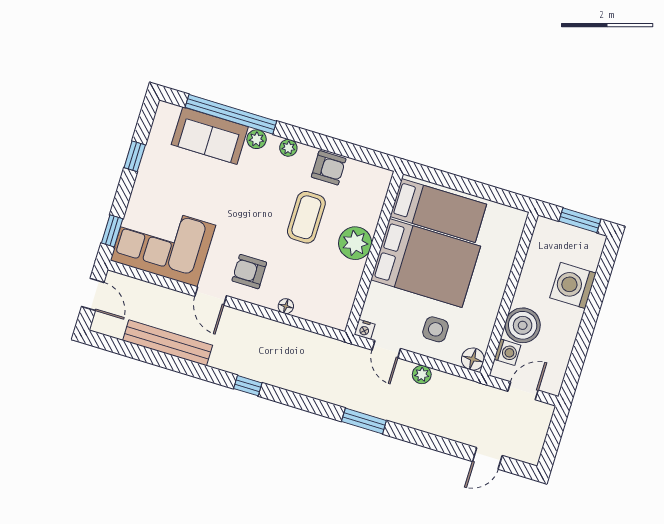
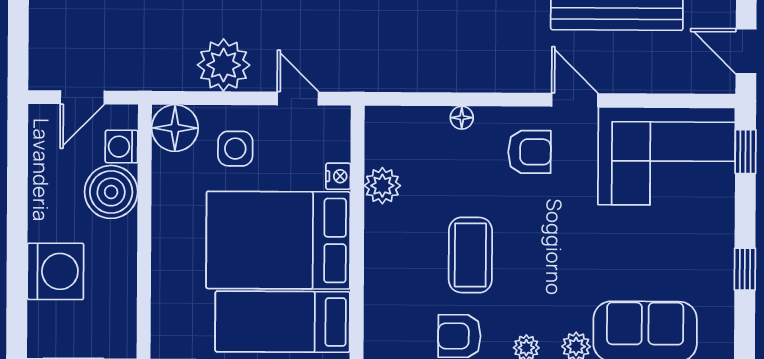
plant: (355, 243) -> (382, 186), moved, width x0.73, depth x0.73
nightstand: (365, 329) -> (338, 176), moved, turned 90
floor lamp: (473, 359) -> (175, 128), width x1.38, depth x1.38
plant: (422, 375) -> (224, 65), width x1.88, depth x1.88

